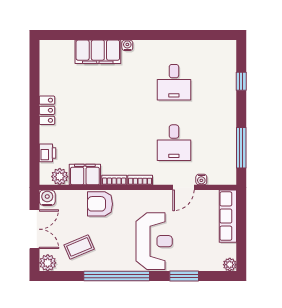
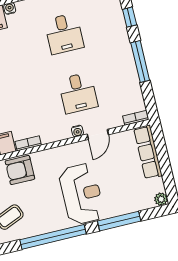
window: (241, 148) -> (140, 61), moved
water cooler: (201, 179) -> (77, 131), moved
bookcase: (140, 180) -> (136, 118), moved
window: (184, 276) -> (119, 221), width x1.44

